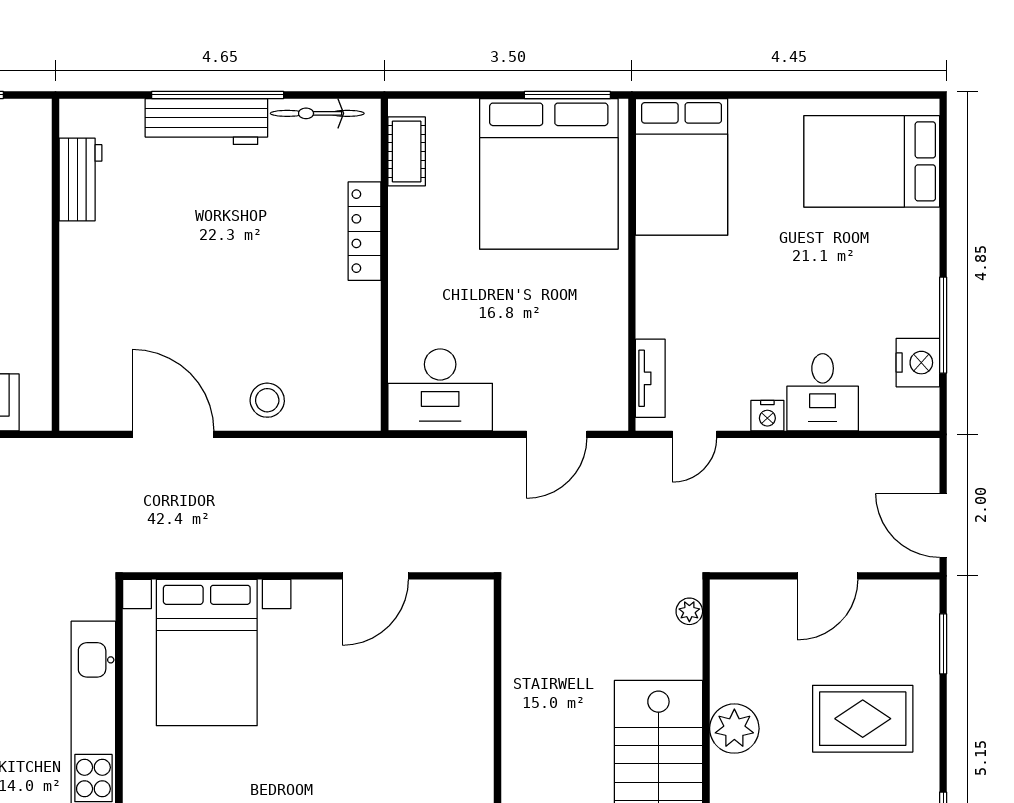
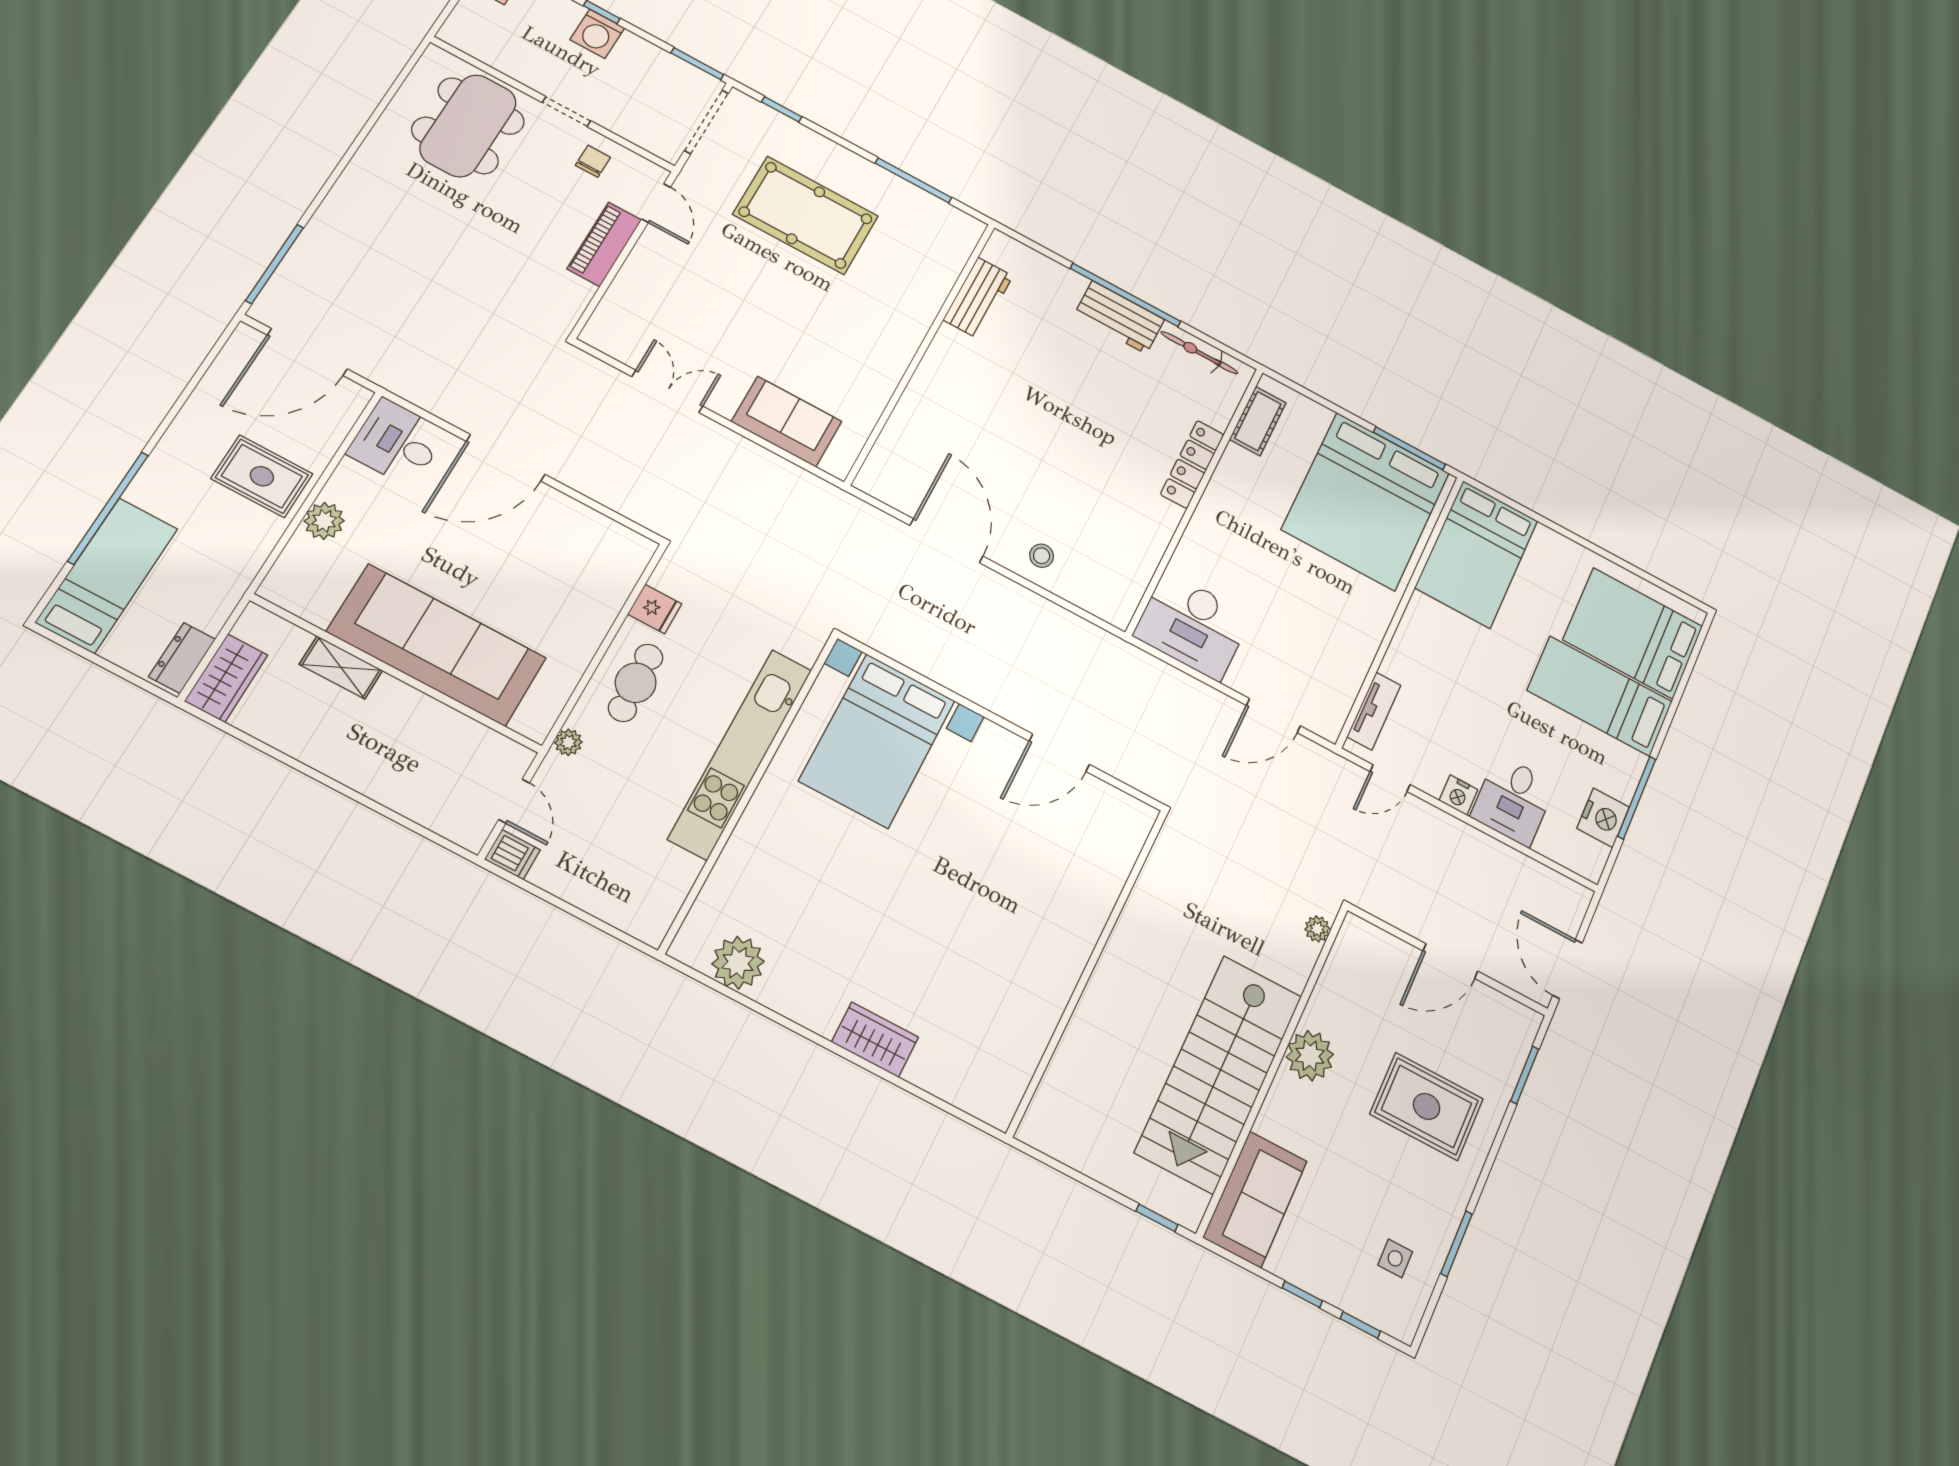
workbench: (206, 121) -> (1119, 317), width x0.73
bed: (865, 244) -> (1600, 696), added
stool: (267, 400) -> (1042, 556), width x0.73, depth x0.73

